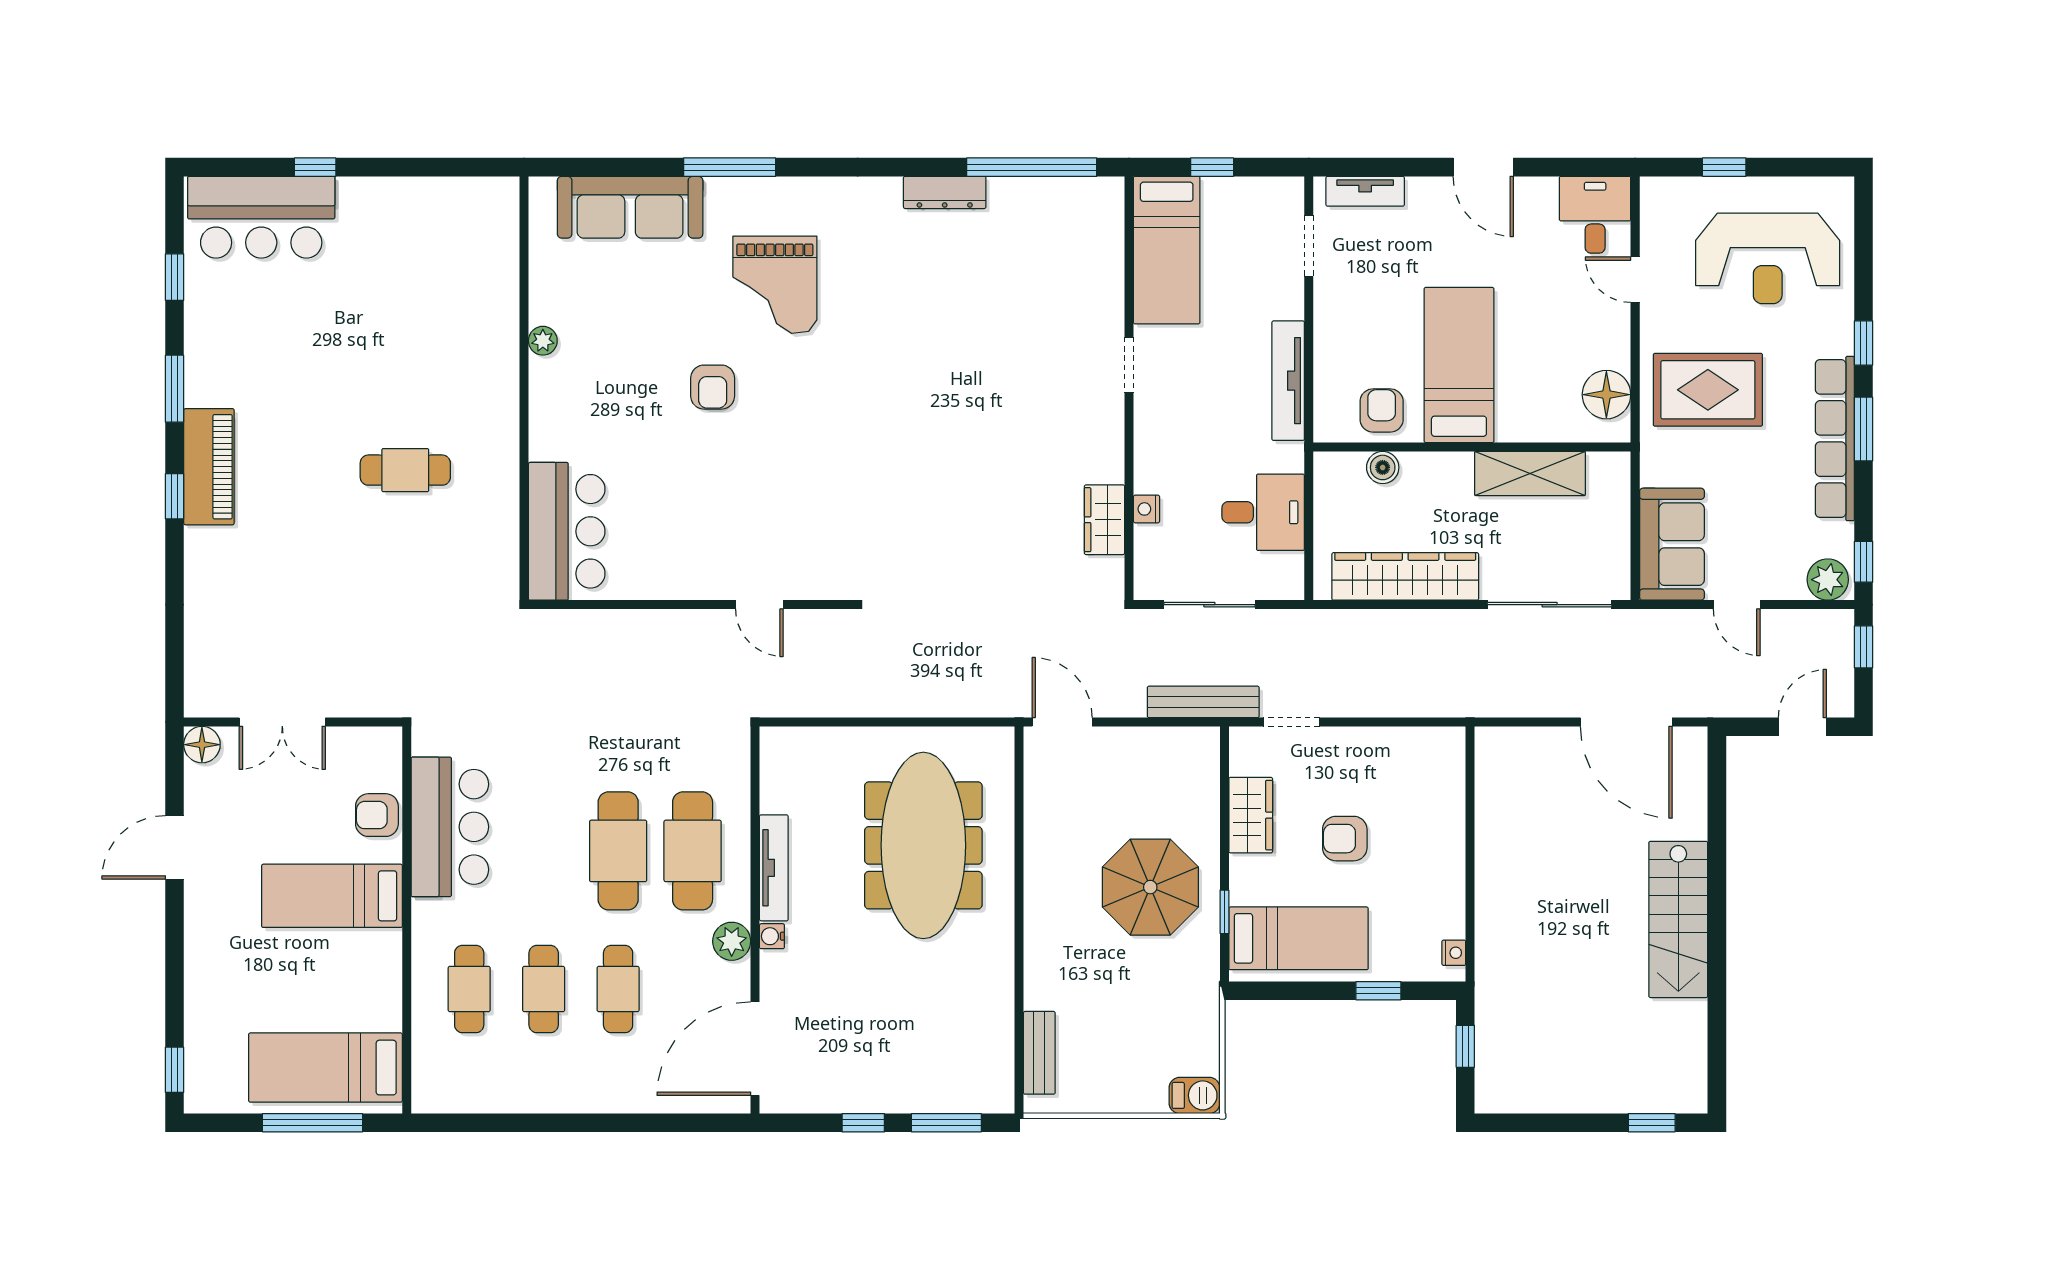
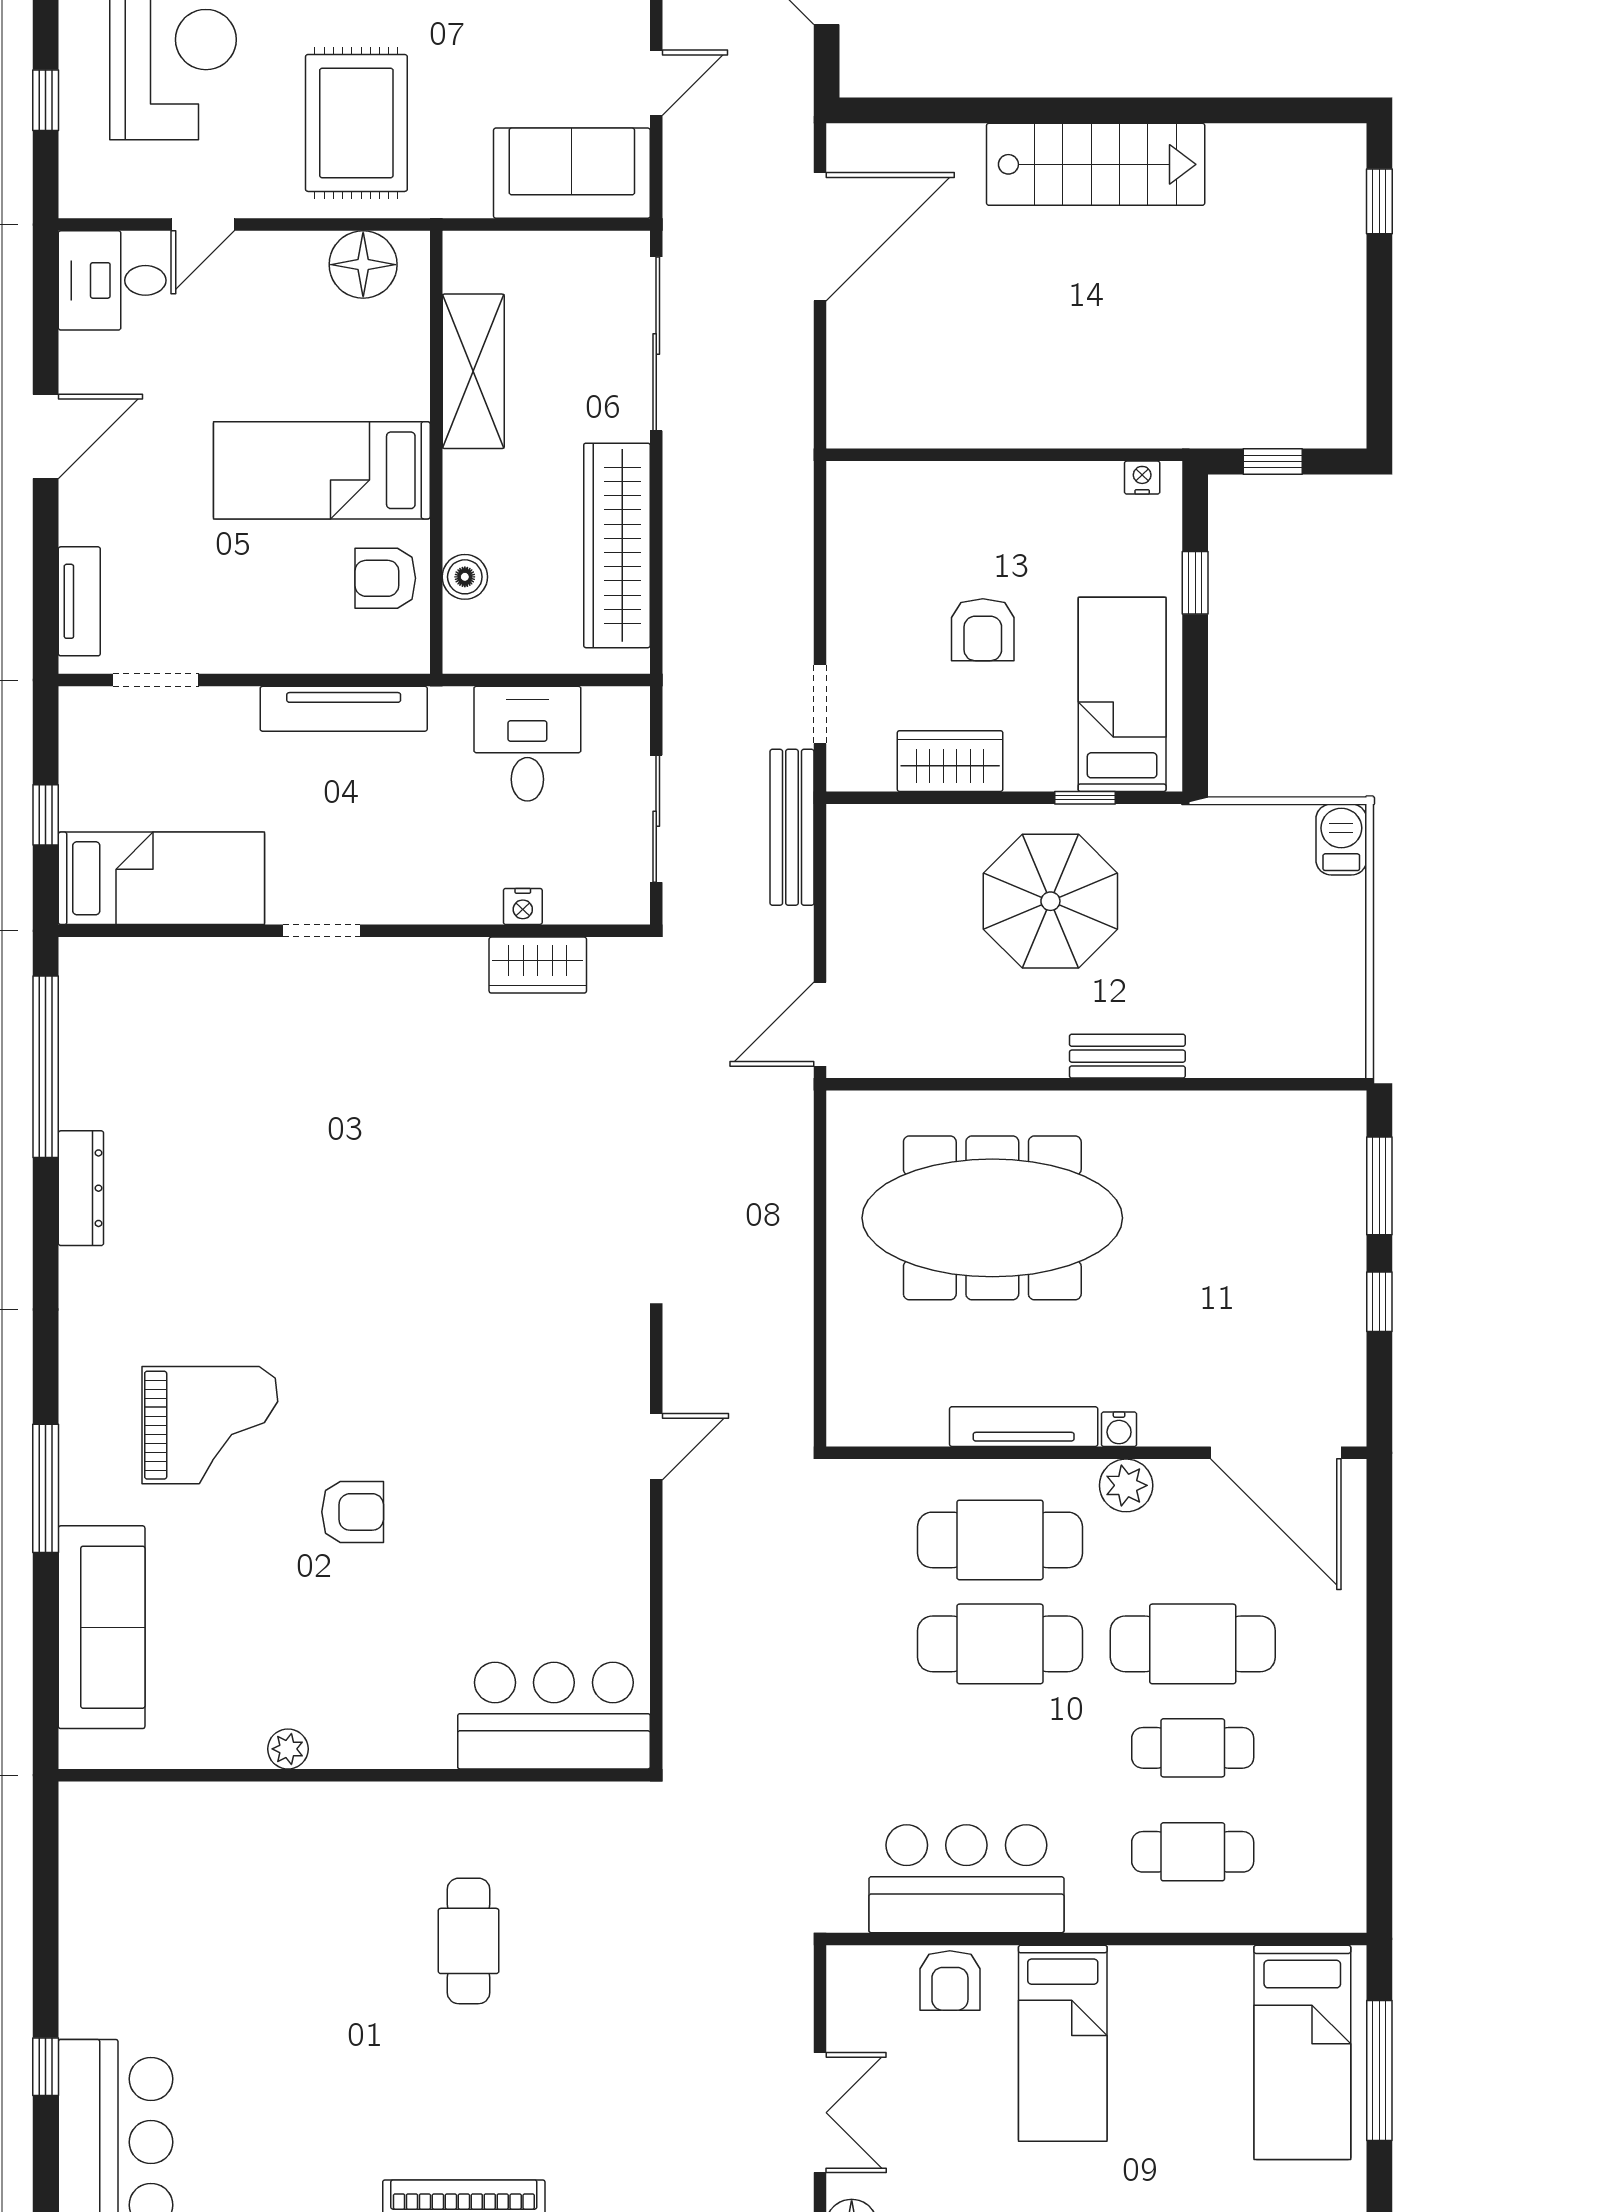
cafe table: (618, 989) -> (1193, 1644), width x1.37, depth x1.35
bench: (1039, 1053) -> (1127, 1056), moved

